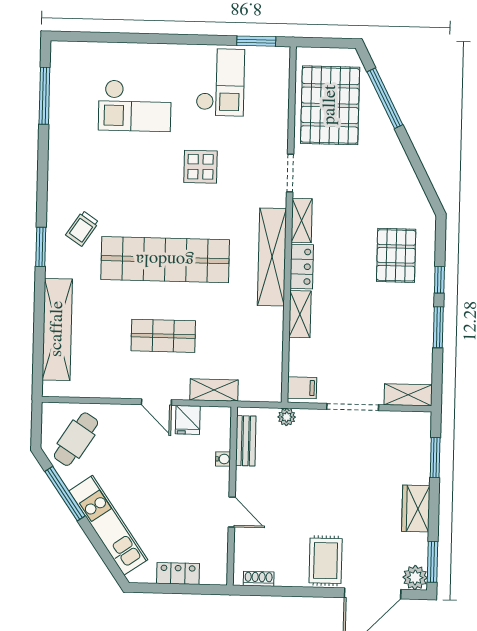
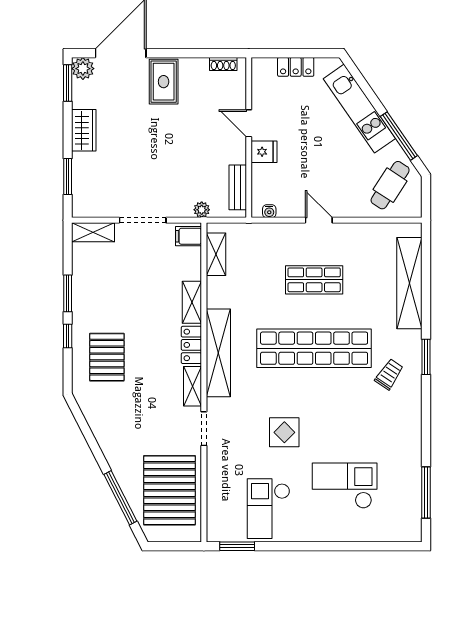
shelving: (214, 390) -> (216, 254), moved, turned 90
fridge: (188, 420) -> (264, 152), moved, turned 90
water cooler: (223, 459) -> (269, 211), moved, turned -90

